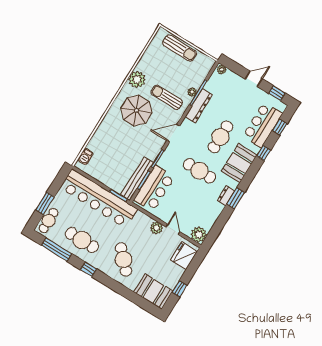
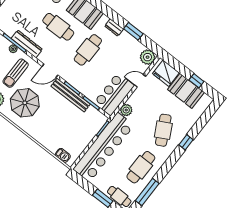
door: (173, 133) -> (50, 71), hinge flipped
bench: (137, 178) -> (71, 95), moved
bar counter: (154, 188) -> (114, 94), moved, turned -90
window: (236, 198) -> (133, 31), moved
plant: (156, 228) -> (126, 110), moved
cafe table: (124, 259) -> (163, 130), turned -74
window: (88, 269) -> (186, 142), moved
booth: (153, 291) -> (186, 91), moved, turned 90

